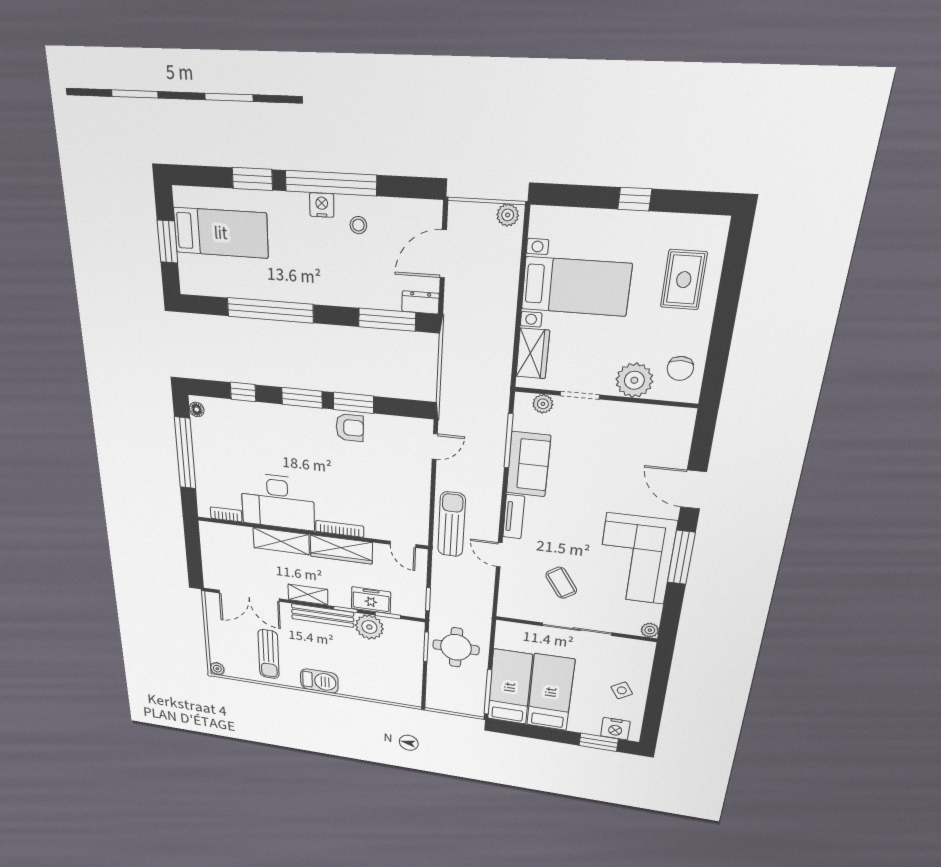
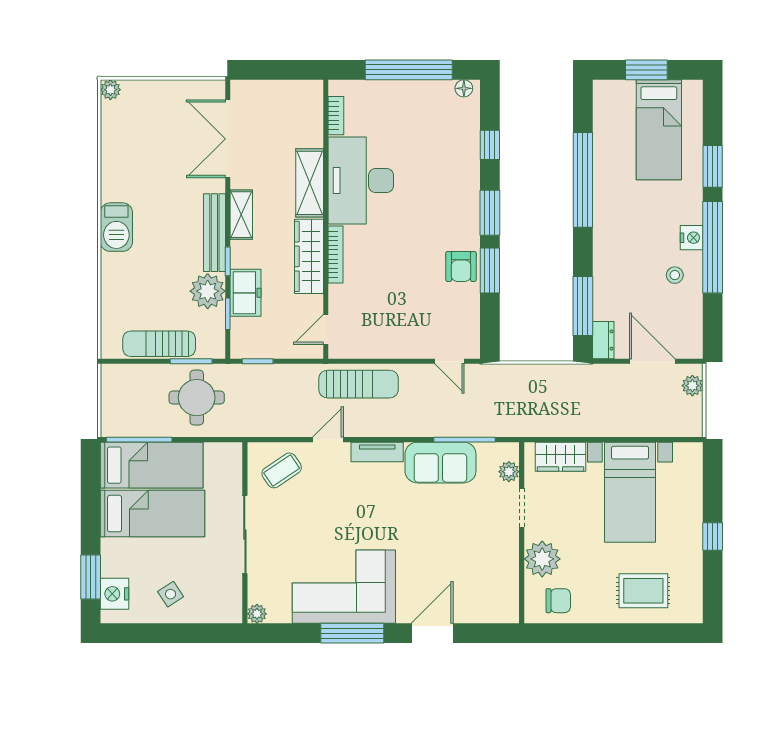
plant: (508, 215) -> (692, 386), moved
chair: (680, 368) -> (558, 601), turned 180
coffee table: (561, 583) -> (282, 470), moved
sun lounger: (269, 654) -> (159, 344), moved

